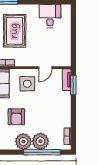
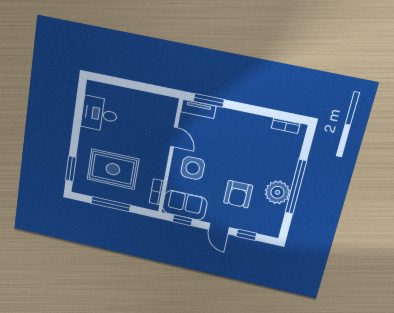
armchair: (16, 117) -> (238, 194), turned 90
plant: (41, 141) -> (283, 168), removed
window: (42, 152) -> (296, 187), moved

